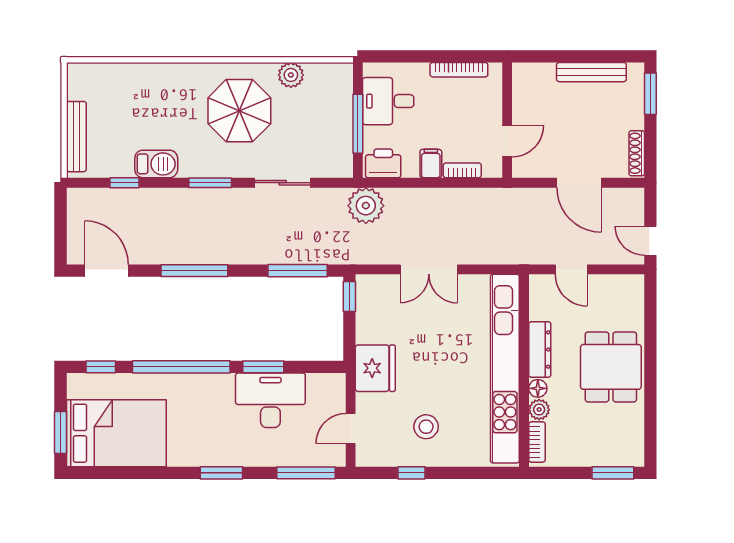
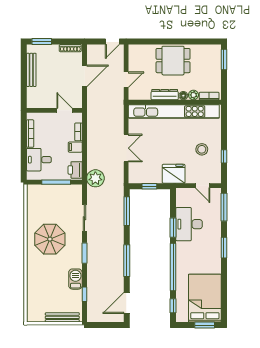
plant: (291, 75) -> (33, 214), removed
desk: (388, 101) -> (39, 160), moved, turned 90
window: (349, 297) -> (149, 186), moved

